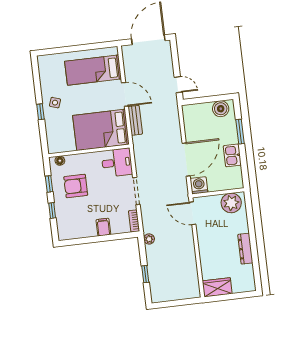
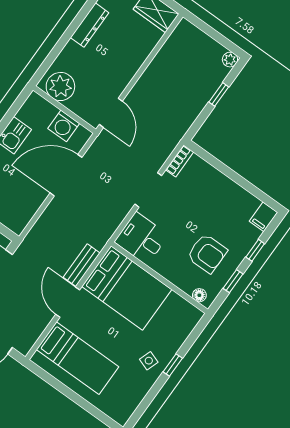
washing machine: (199, 185) -> (64, 126), moved
filing cabinet: (103, 227) -> (263, 217), moved
plant: (149, 239) -> (230, 60), moved

